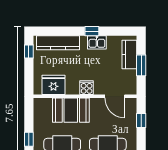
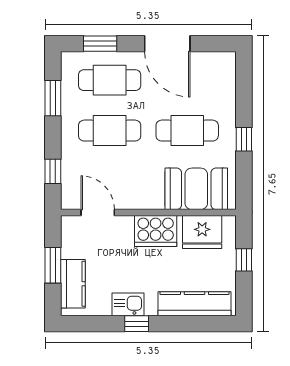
window: (29, 51) -> (244, 260), moved
cooker: (87, 88) -> (156, 231), width x1.87, depth x1.31
booth: (71, 110) -> (196, 189), moved

